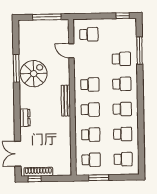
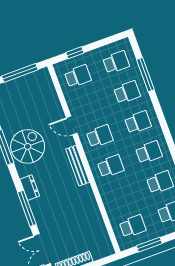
window: (123, 16) -> (75, 53), moved
door: (71, 51) -> (72, 125), moved
dresser: (25, 118) -> (30, 188), moved
window: (17, 119) -> (27, 208), added
school desk: (91, 135) -> (116, 62), moved

